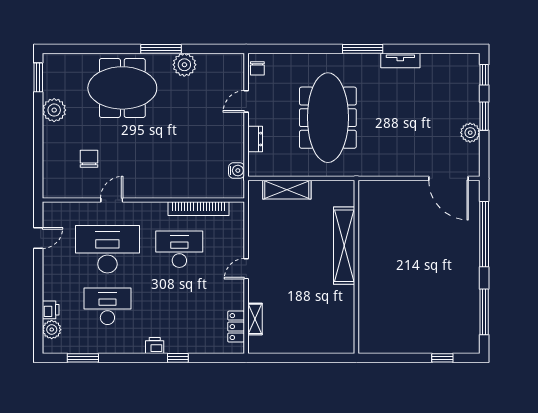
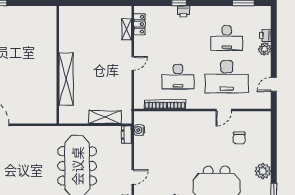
dresser: (255, 139) -> (127, 135), moved
plant: (52, 330) -> (265, 49), moved
printer: (155, 346) -> (184, 11), moved

